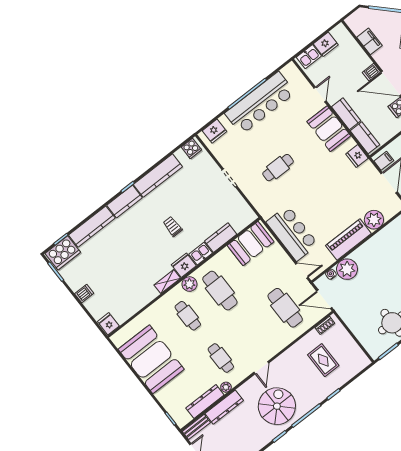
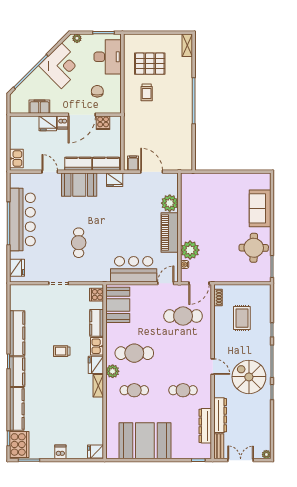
fridge: (326, 44) -> (48, 123), moved, turned 90
cooker: (191, 148) -> (97, 295), moved, turned 180
rug: (323, 360) -> (242, 318), turned 90
plant: (226, 387) -> (207, 403), removed

